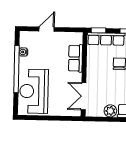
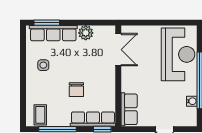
row of seats: (75, 58) -> (129, 109), moved

